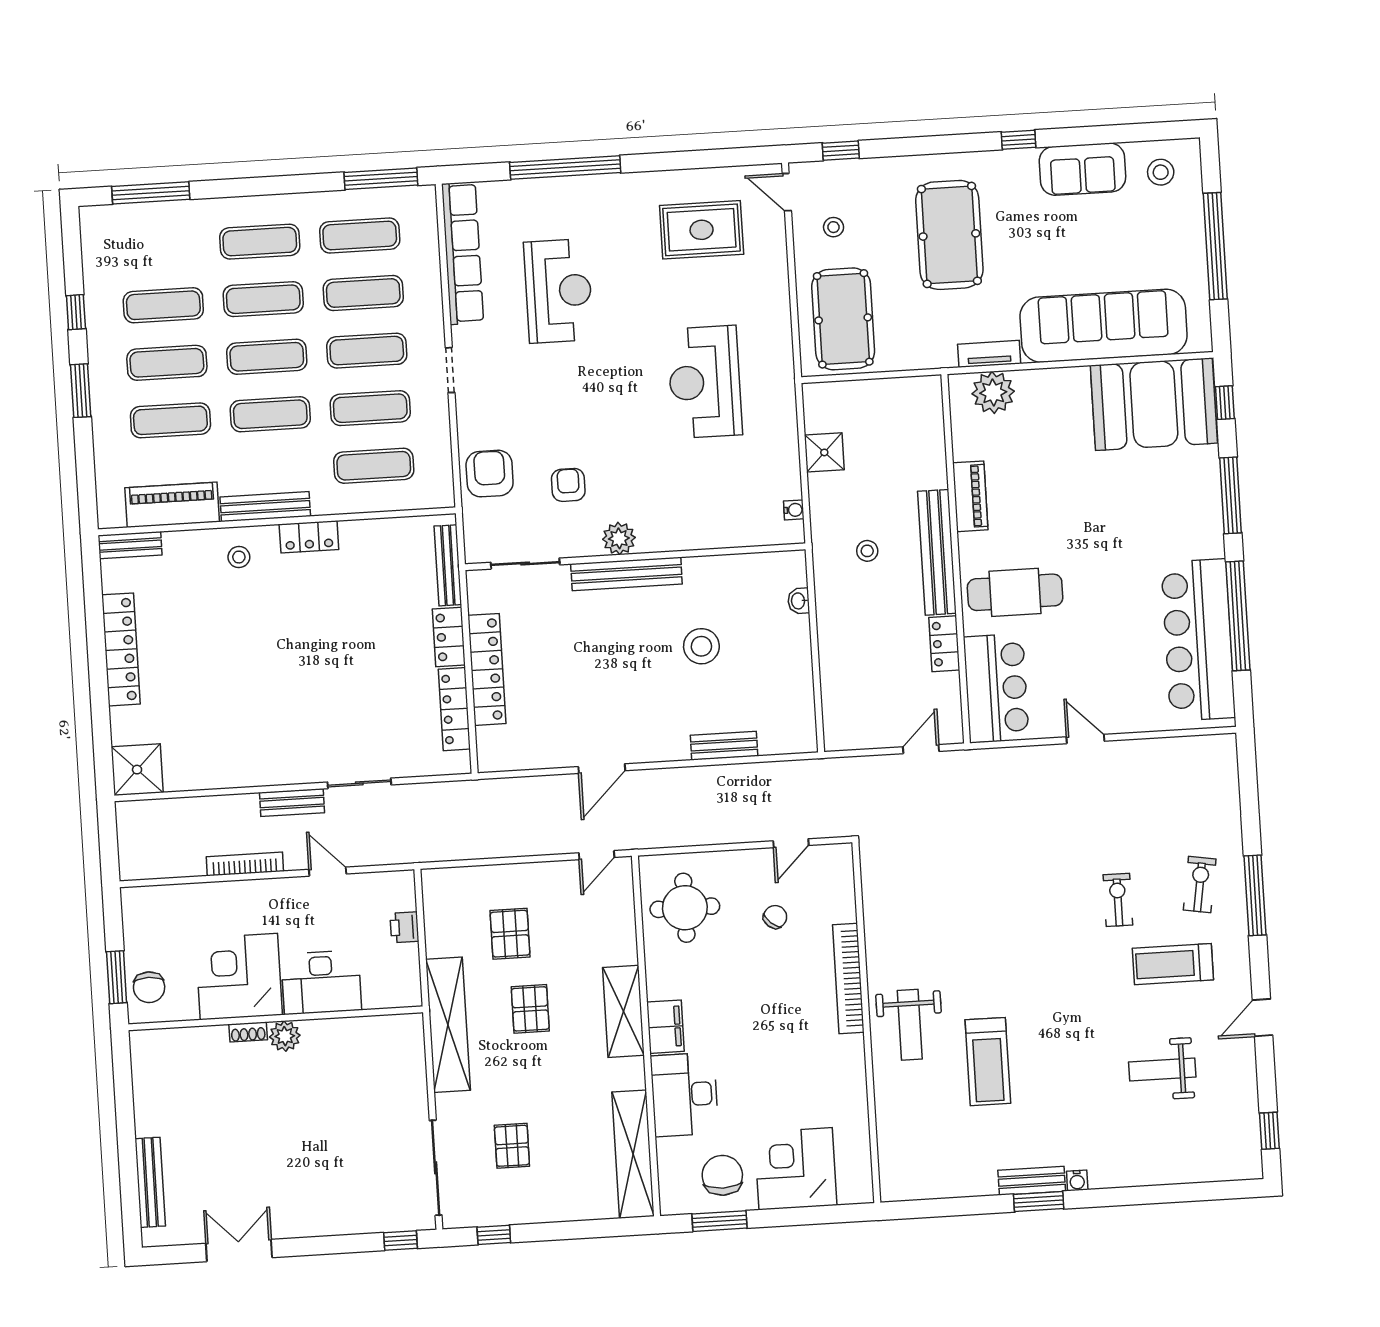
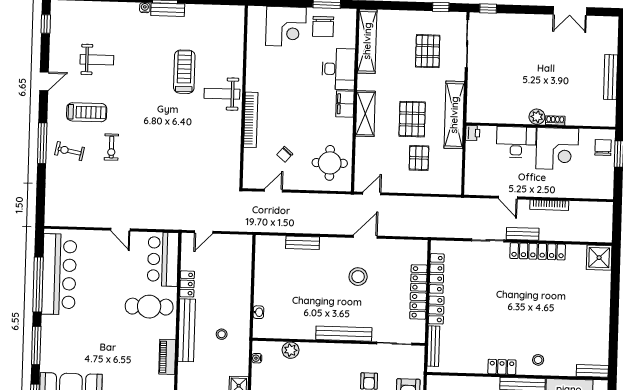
plant: (619, 538) -> (291, 350), moved
stool: (701, 646) -> (358, 277), moved
locker: (121, 649) -> (538, 251), moved, turned -90
exercise bike: (1200, 885) -> (70, 151), turned 92
printer: (404, 927) -> (473, 133), moved
pallet: (530, 1009) -> (412, 119), width x1.50, depth x1.42
weight bench: (910, 1025) -> (222, 94), turned -90
pallet: (512, 1146) -> (428, 51), width x1.50, depth x1.42
bench: (150, 1182) -> (611, 77), moved

